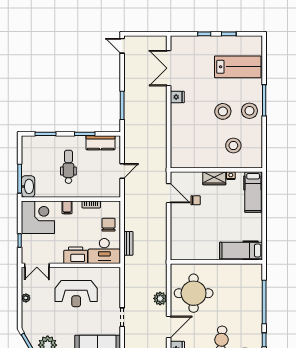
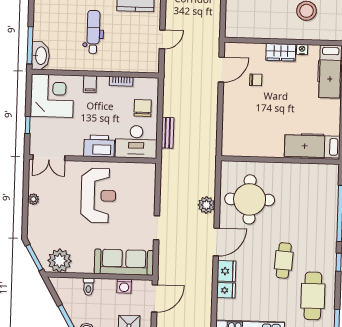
door: (169, 193) -> (221, 70), hinge flipped
reception desk: (76, 294) -> (98, 195), turned -90

